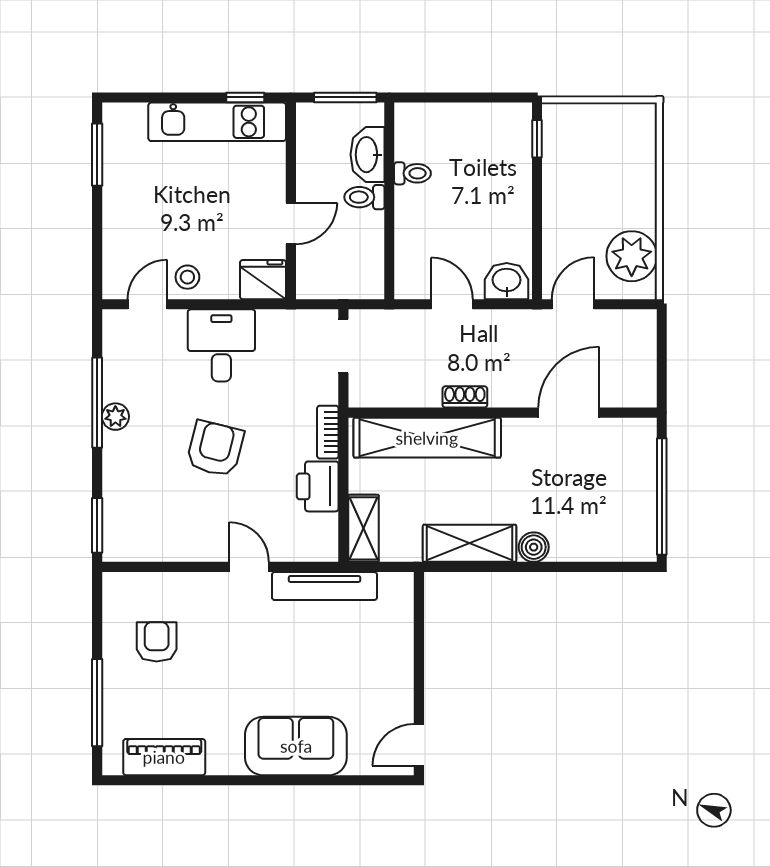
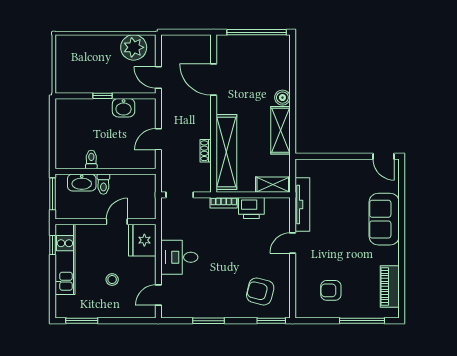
window: (537, 139) -> (102, 96), moved
door: (291, 223) -> (117, 222), hinge flipped
stool: (187, 277) -> (112, 280), moved
fridge: (263, 280) -> (142, 240), width x1.36, depth x1.34
washbasin: (507, 281) -> (124, 108), moved, turned -90
door: (148, 304) -> (158, 295), hinge flipped
shoe rack: (465, 397) -> (206, 151), moved
window: (97, 403) -> (209, 321), width x0.69
plant: (115, 417) -> (216, 311), removed
armchair: (215, 449) -> (260, 291), moved

